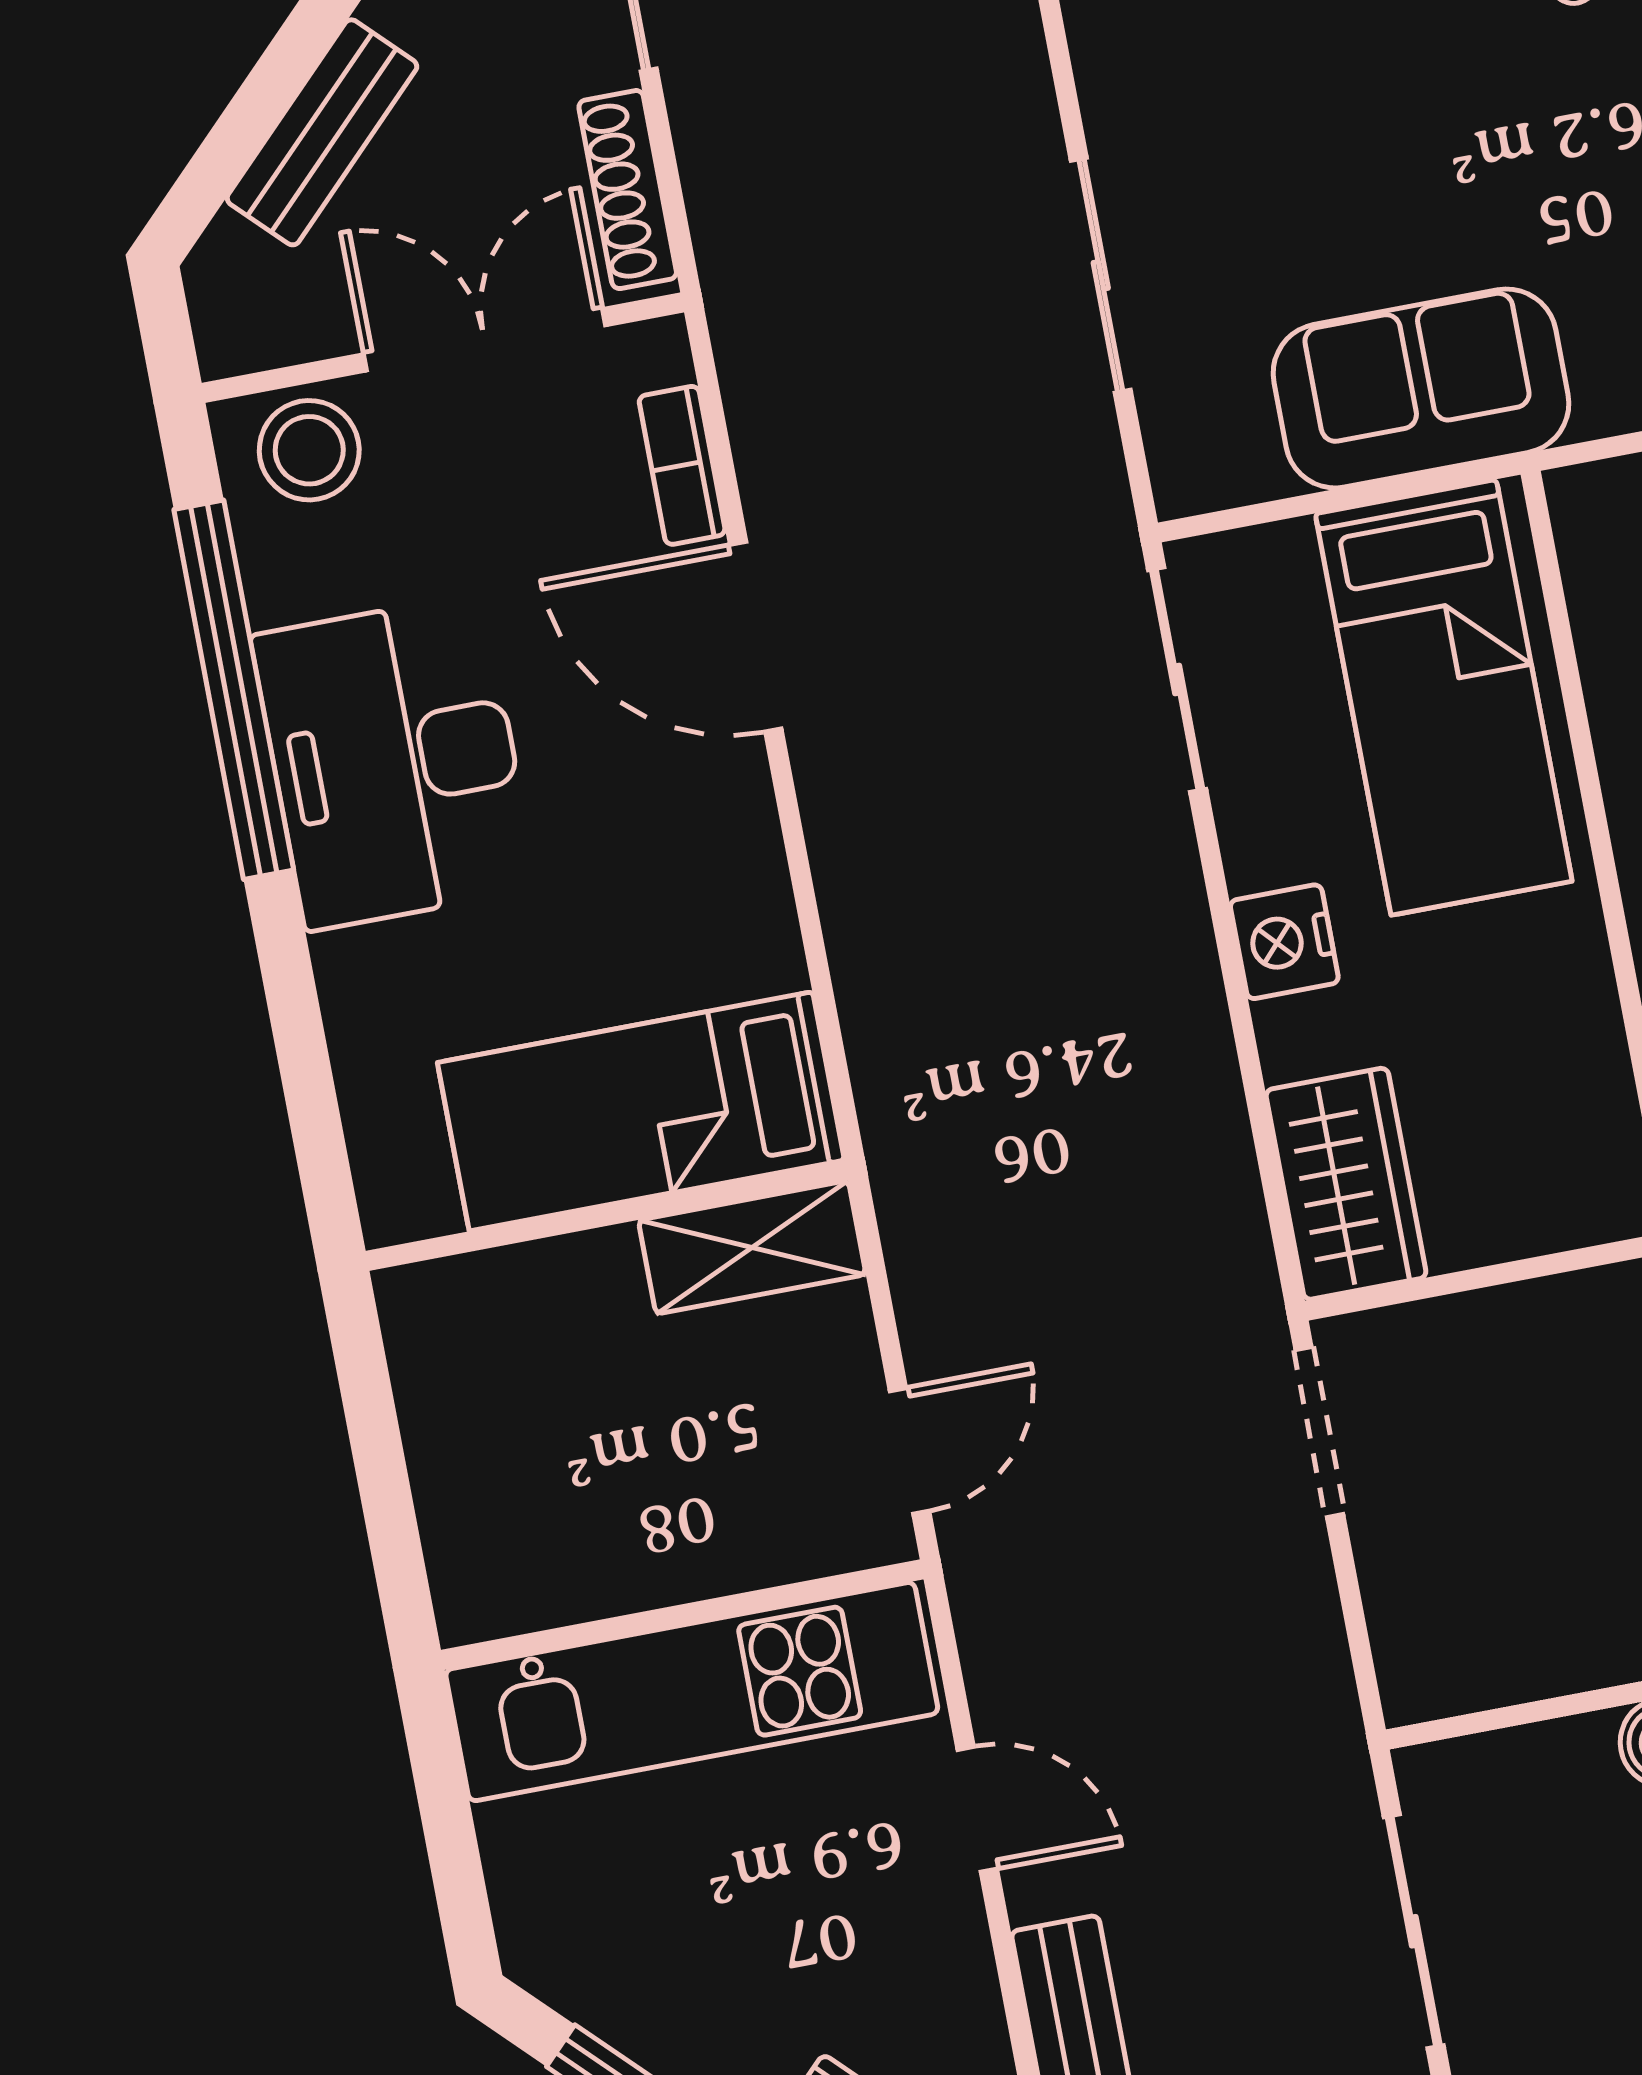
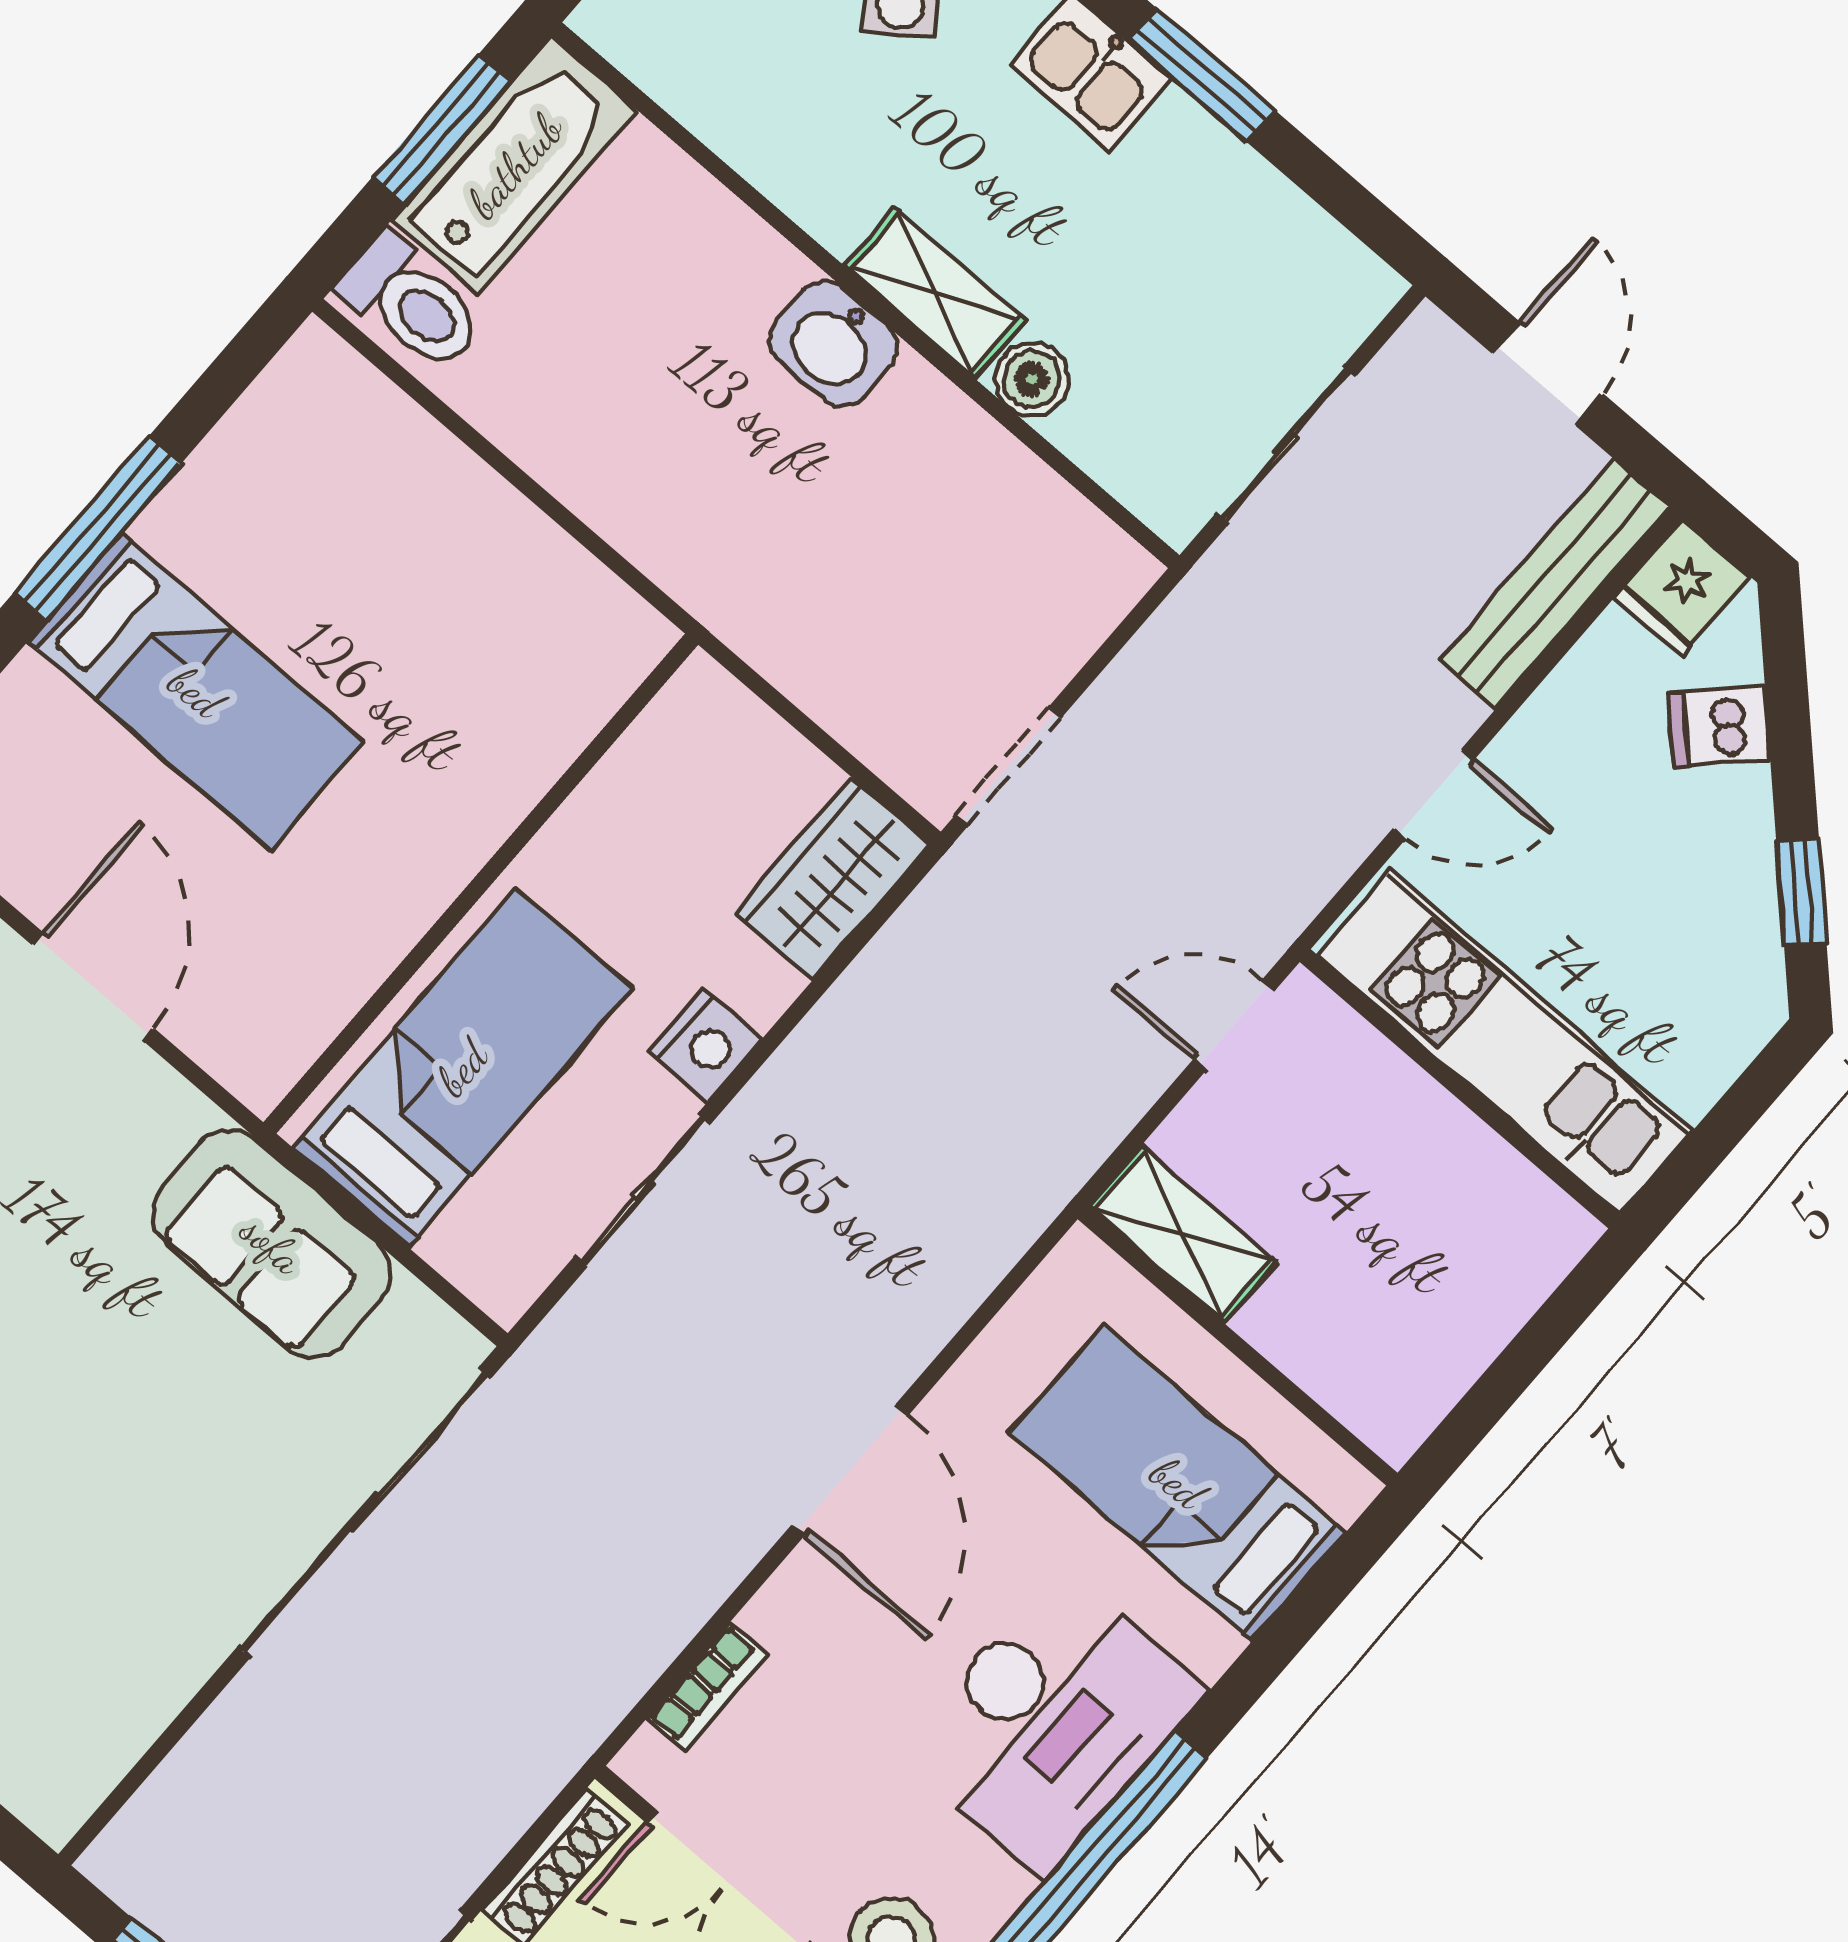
sliding door: (1101, 275) -> (365, 1512), width x1.86
door: (756, 637) -> (850, 1470), moved
sliding door: (1177, 679) -> (643, 1190), moved
bed: (641, 1111) -> (1178, 1483), moved, turned 180
door: (977, 1809) -> (1433, 794), swing flipped

